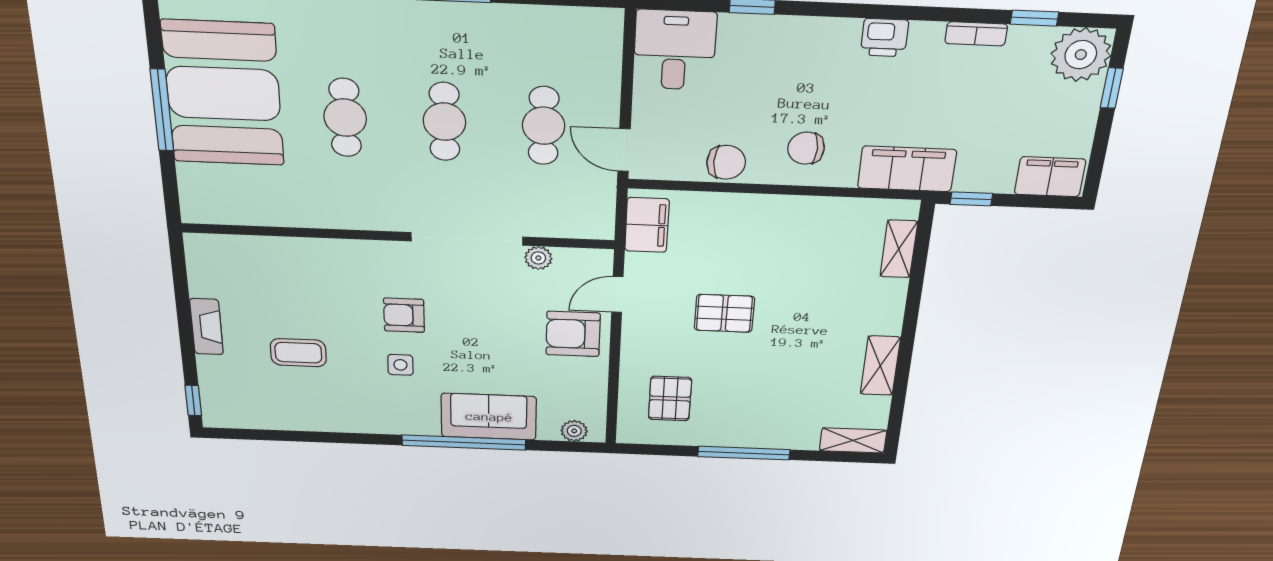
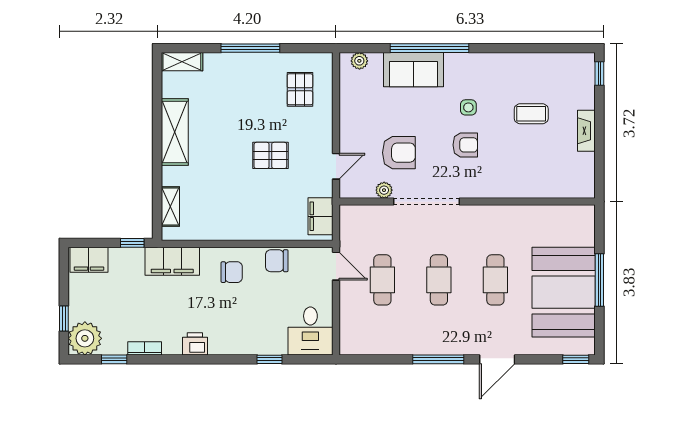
armchair: (573, 334) -> (399, 153), moved
shelving: (880, 366) -> (175, 132), width x1.50, depth x1.33

